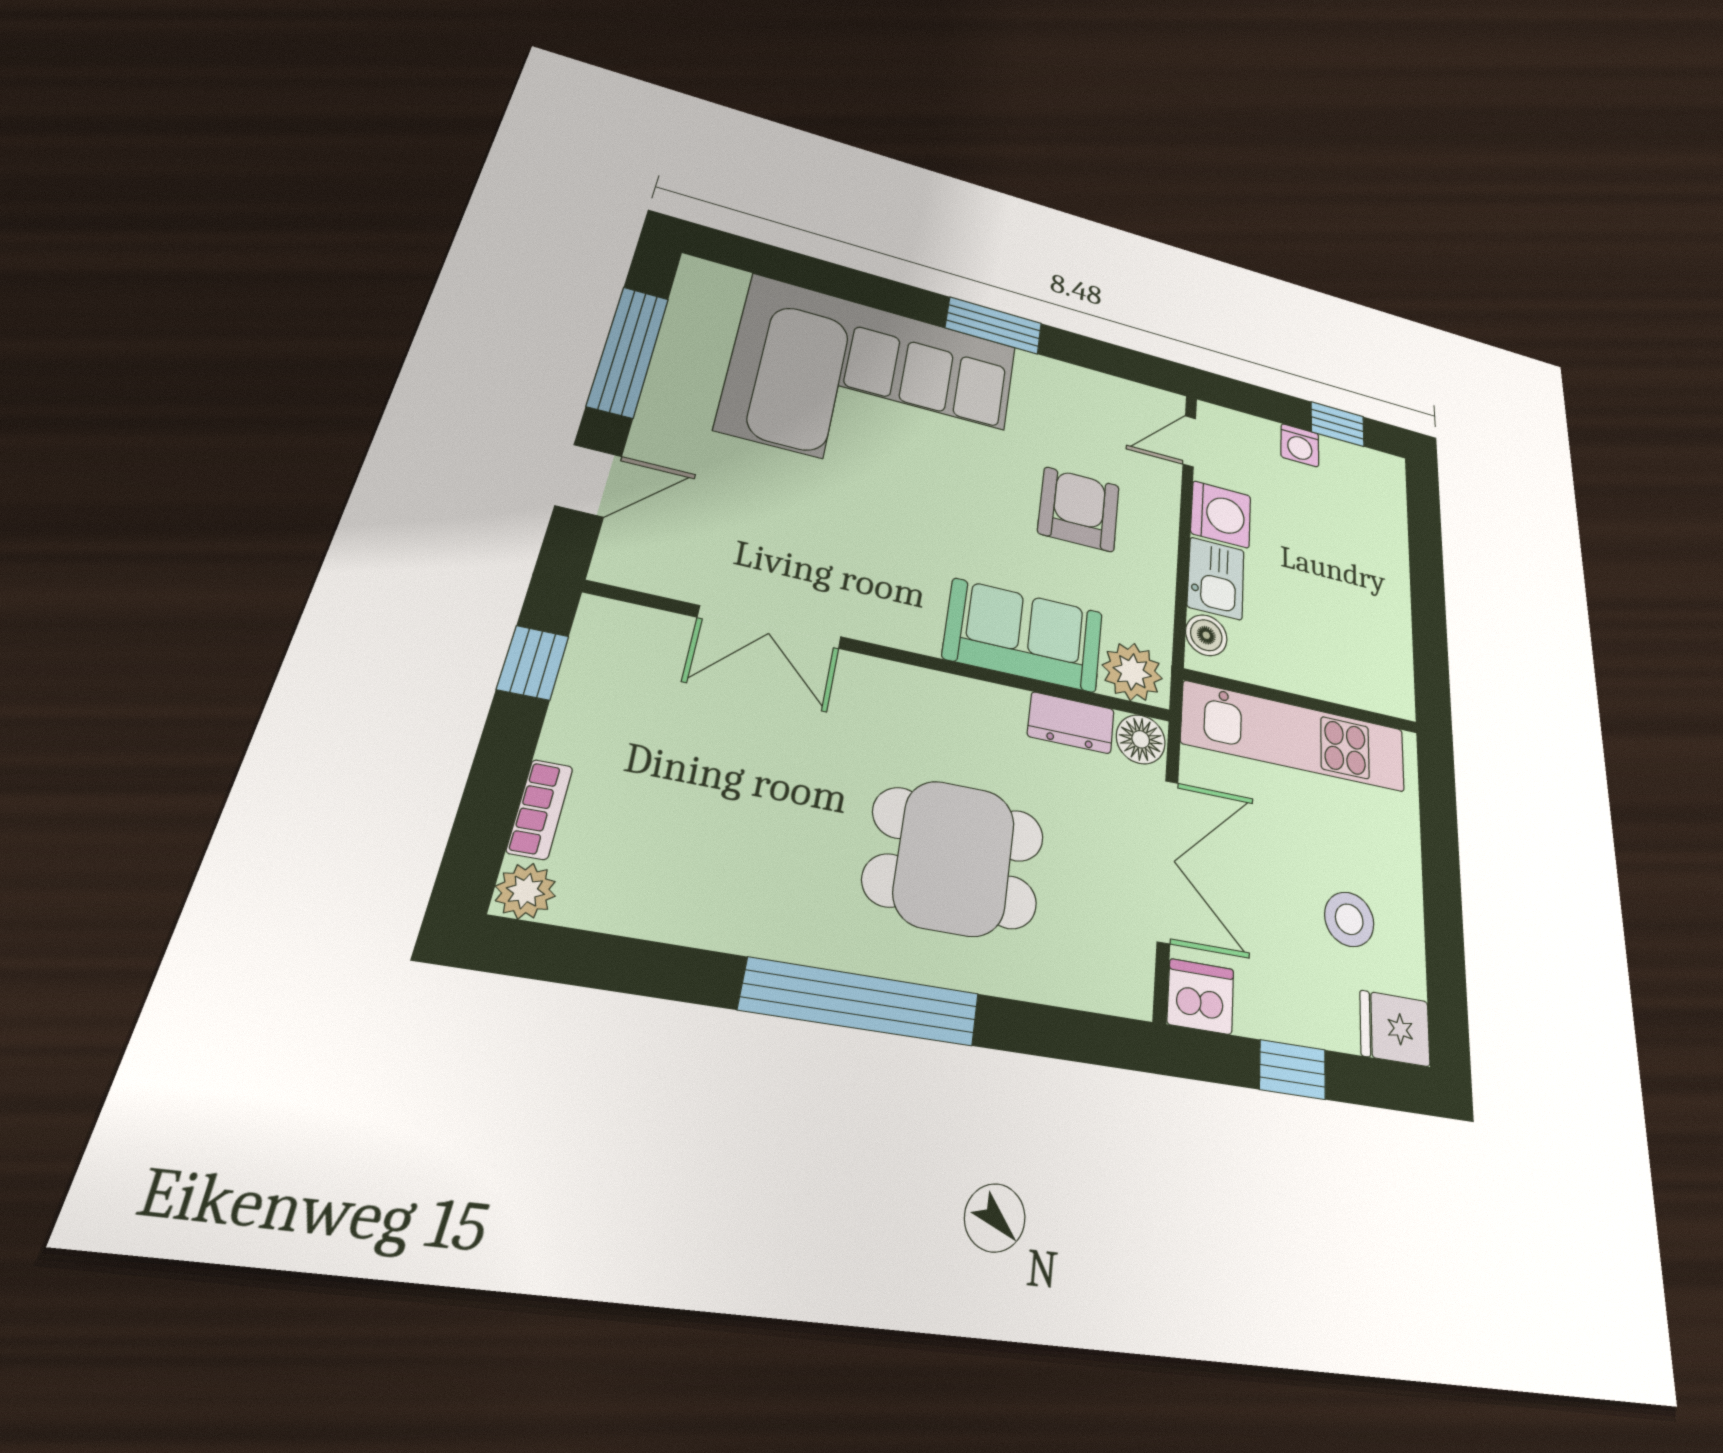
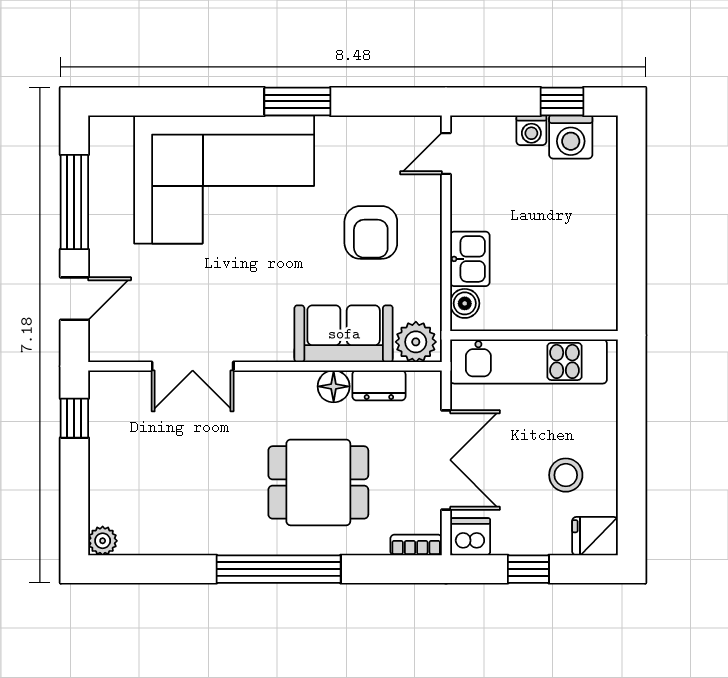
armchair: (1079, 509) -> (371, 232), turned 180
washing machine: (1221, 514) -> (571, 137), moved, turned 90
floor lamp: (1141, 739) -> (334, 386), moved
bookcase: (540, 809) -> (416, 545), moved, turned -90

